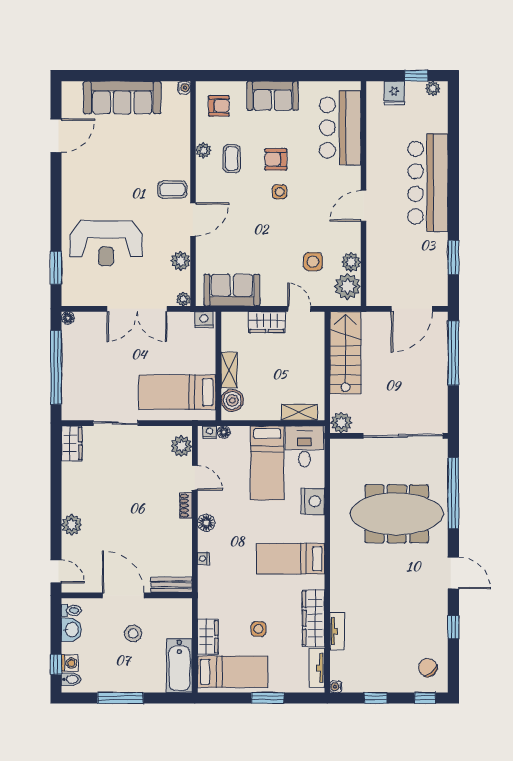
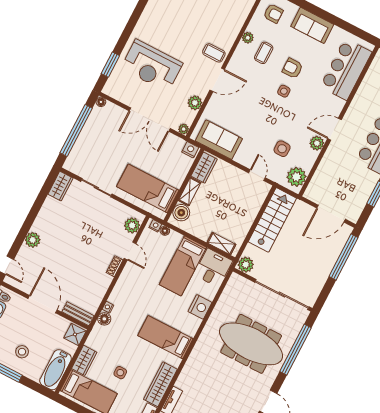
plant: (351, 262) -> (317, 143), moved
wardrobe: (267, 322) -> (204, 168), moved, turned -90
floor lamp: (206, 523) -> (104, 319), moved
shower: (181, 611) -> (75, 334), added
stool: (133, 633) -> (22, 352), moved

